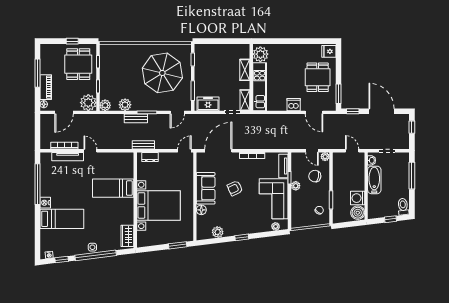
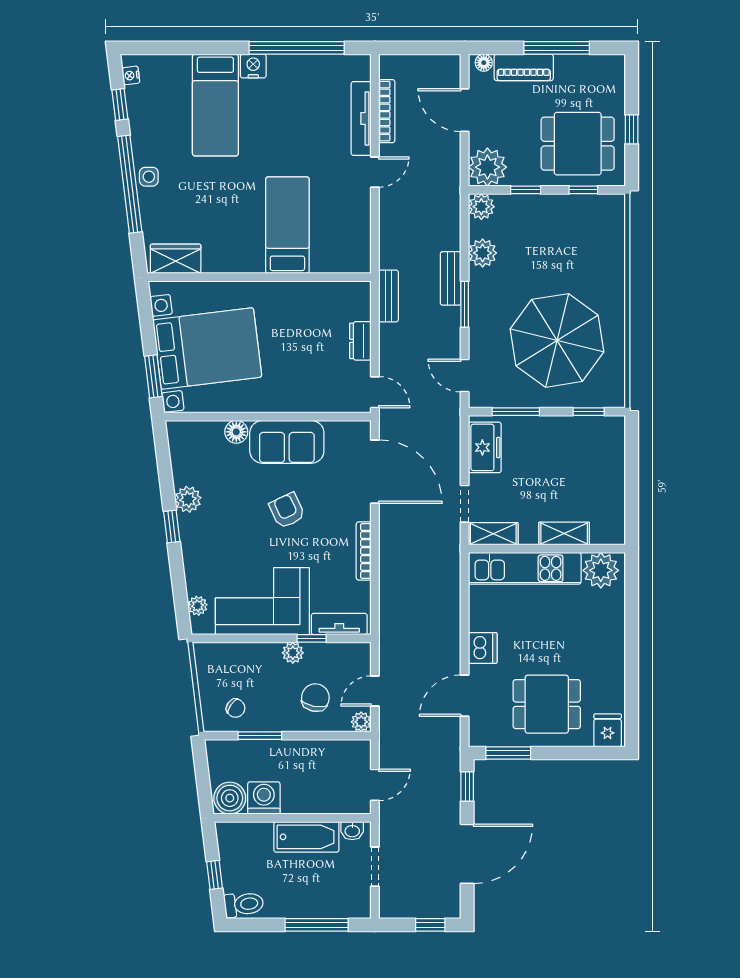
dresser: (150, 157) -> (360, 341), moved
bed with nightstands: (159, 205) -> (207, 348), moved, turned -97
plant: (218, 232) -> (188, 499), moved

